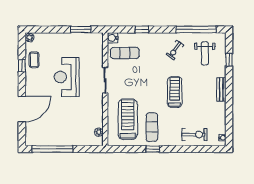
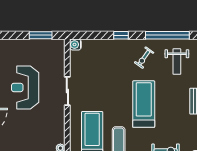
window: (142, 29) -> (121, 35), moved
exercise mat: (125, 53) -> (89, 61), removed
treadmill: (175, 92) -> (144, 104), width x1.37, depth x1.38

